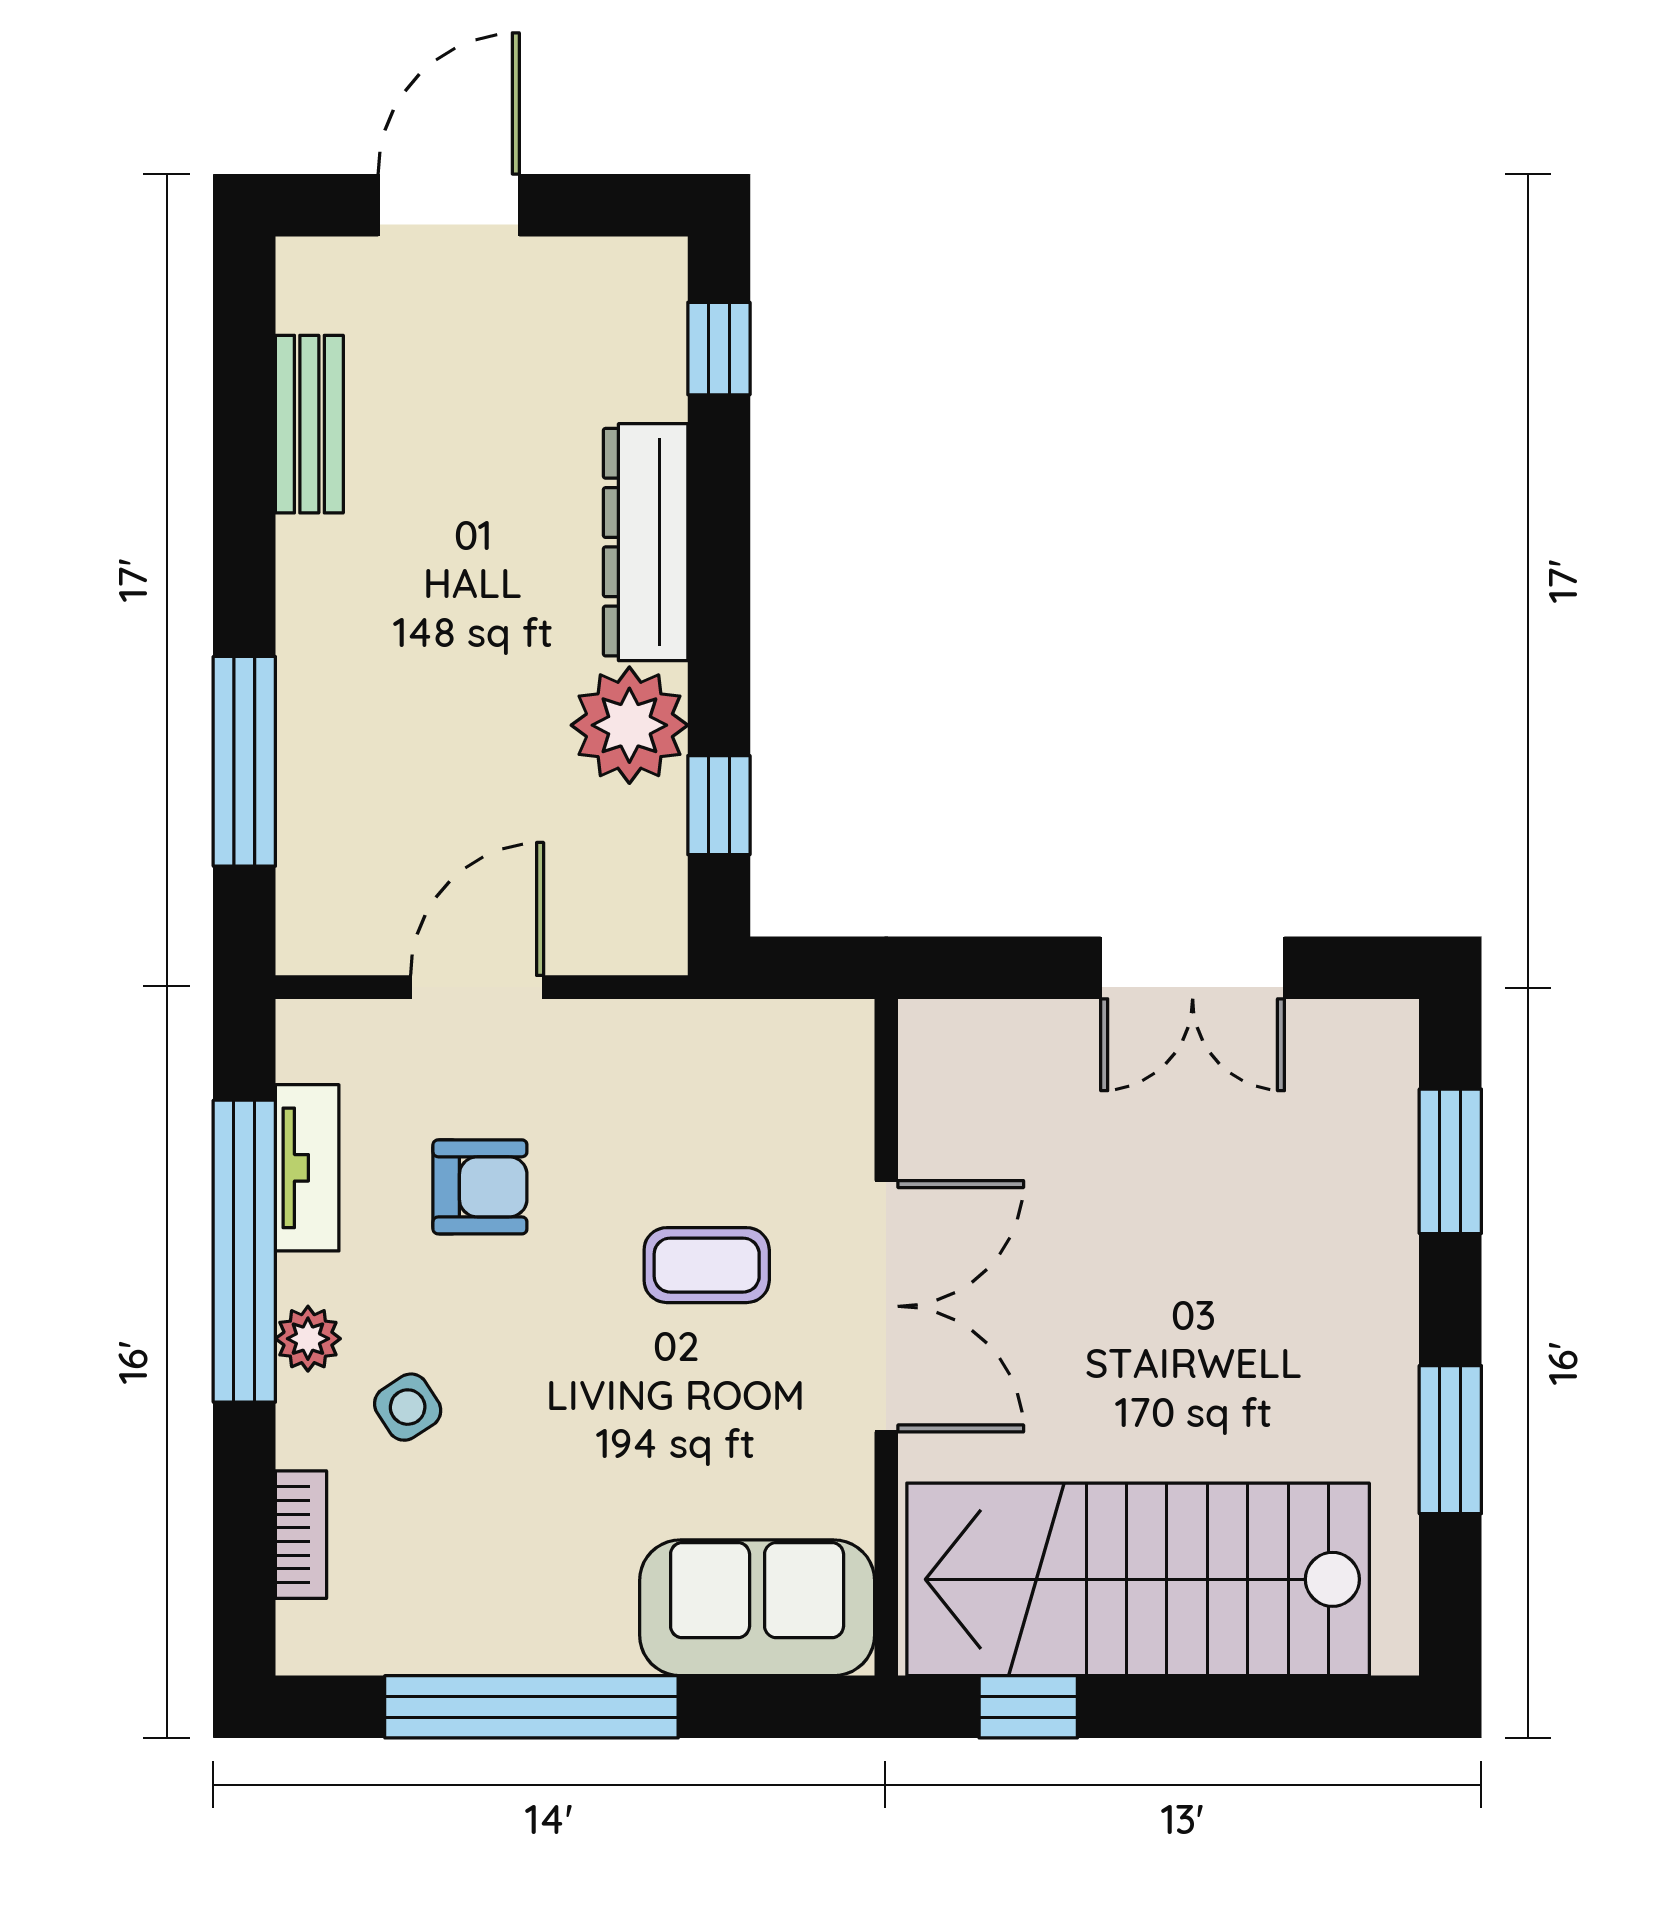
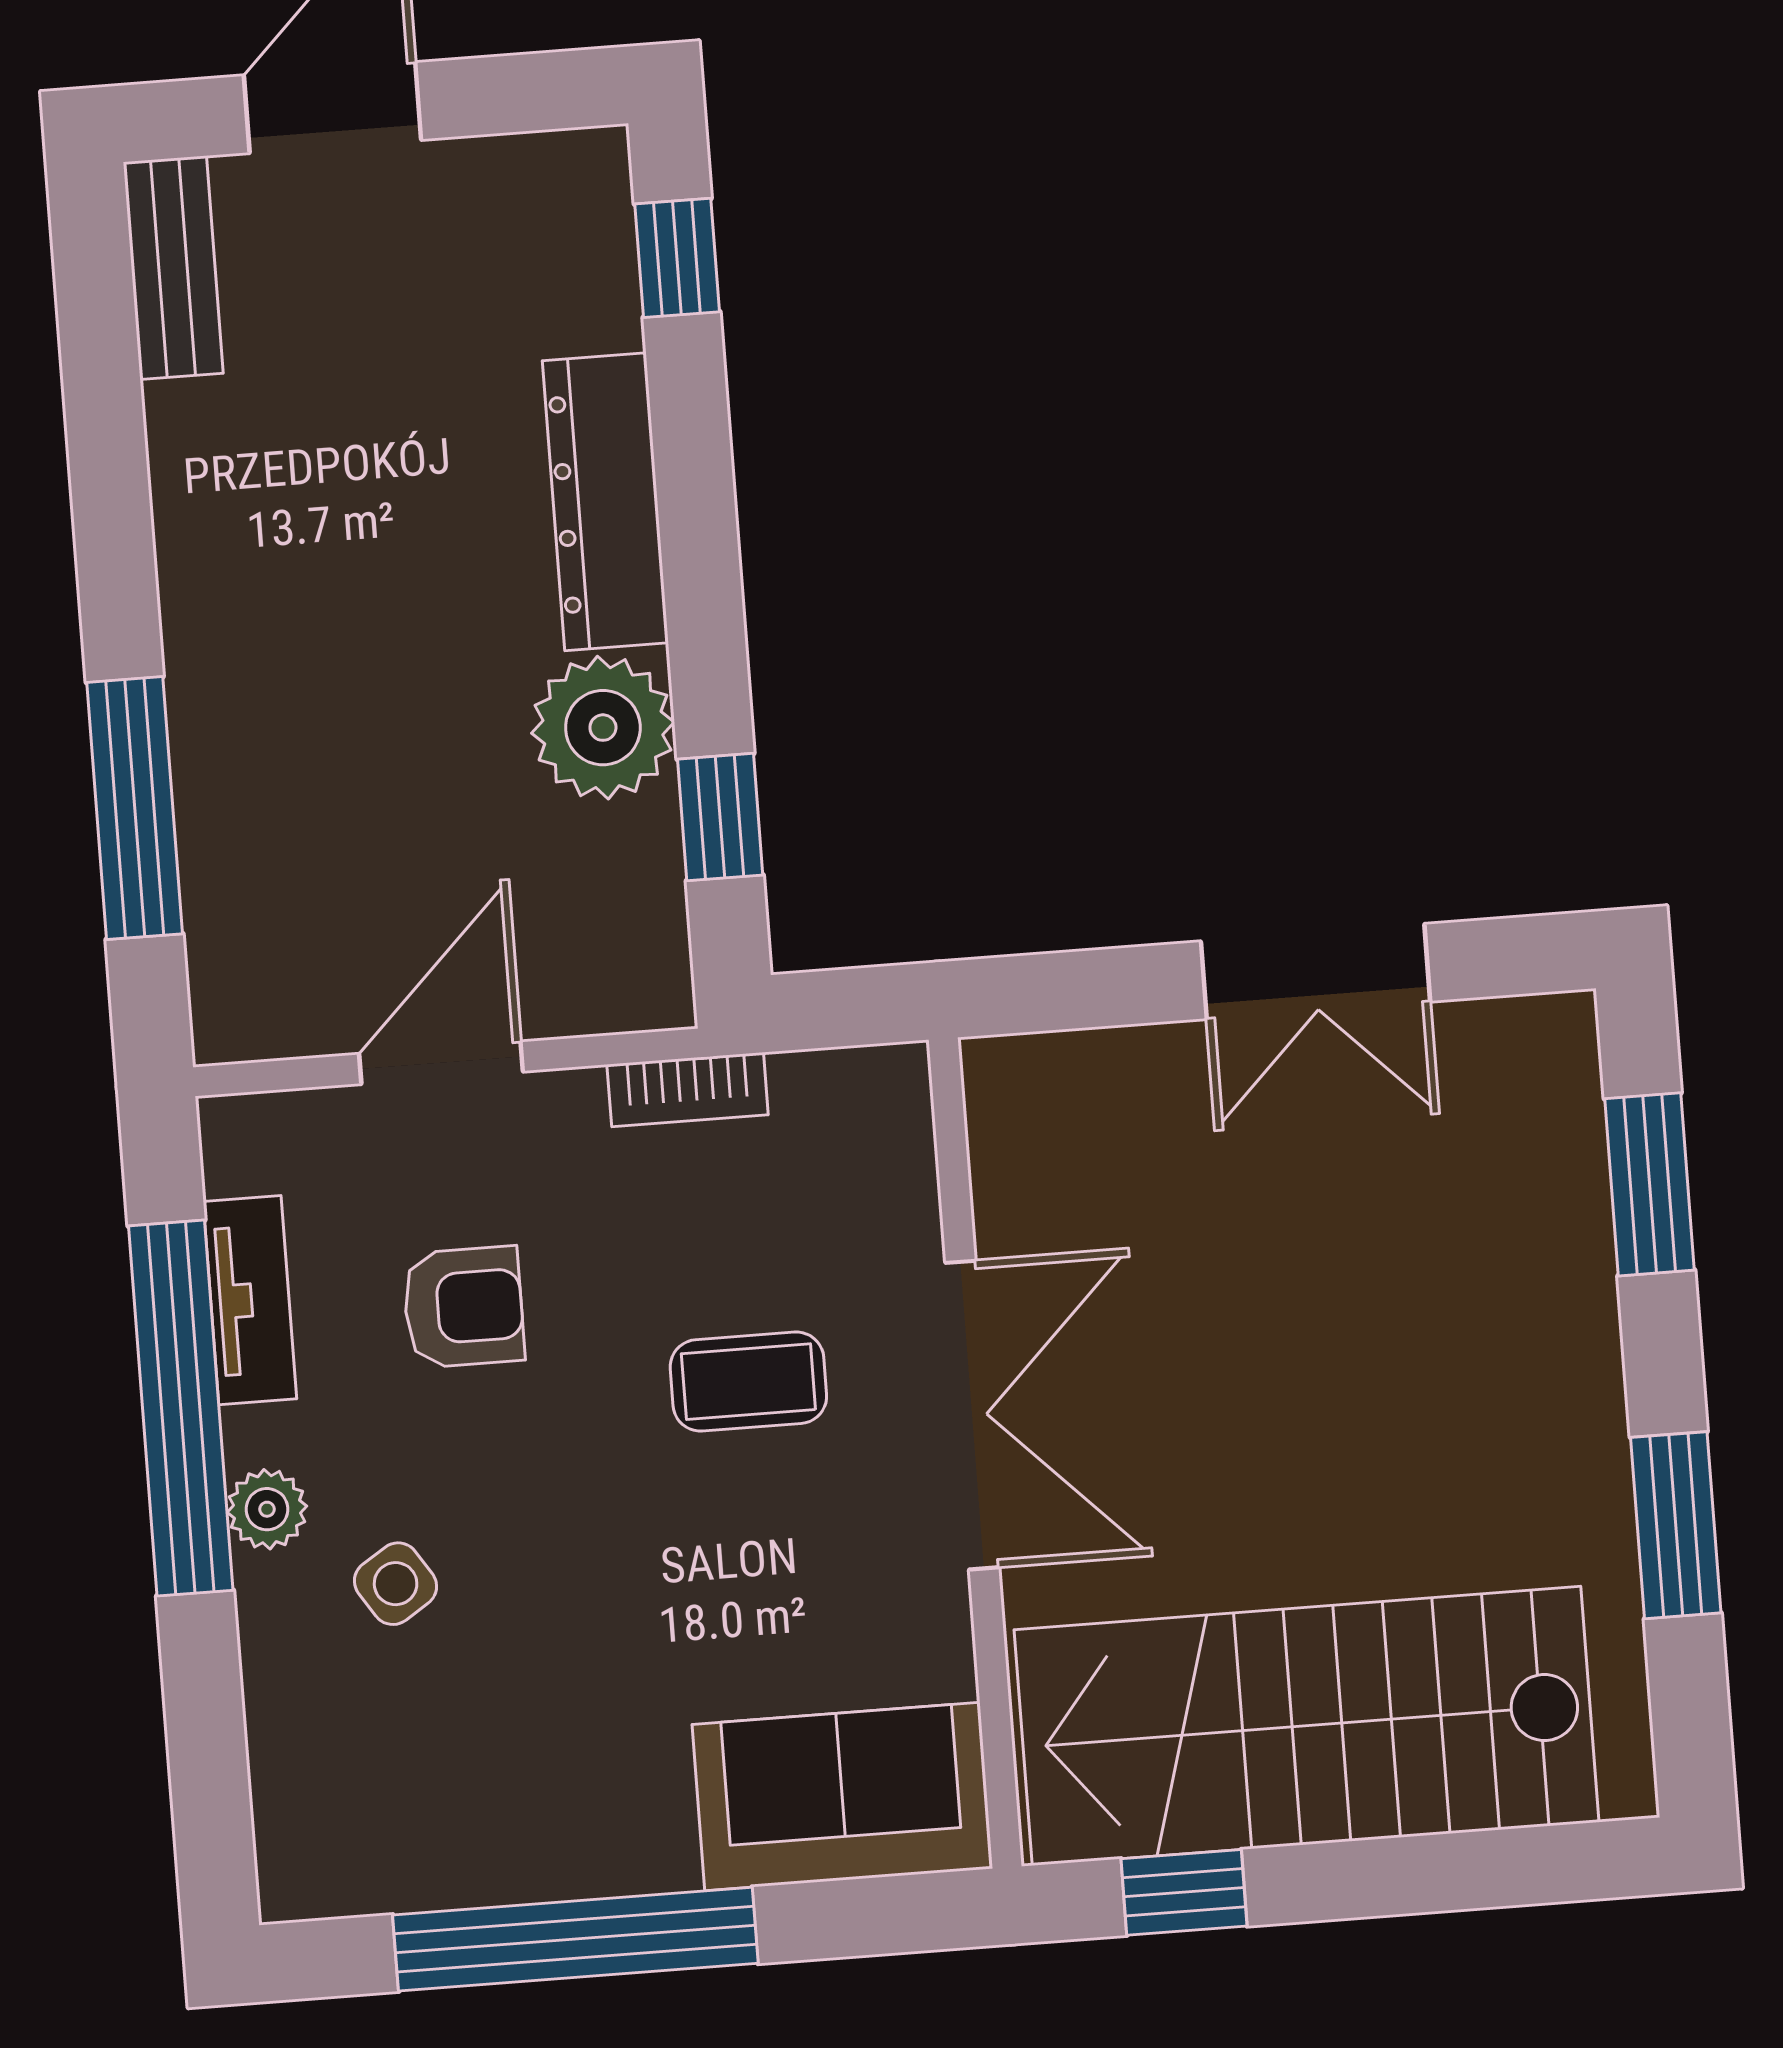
bench: (309, 424) -> (173, 268), moved
bookcase: (301, 1535) -> (688, 1090), moved, turned 90

